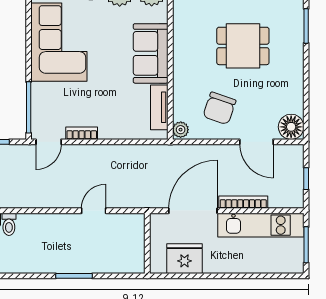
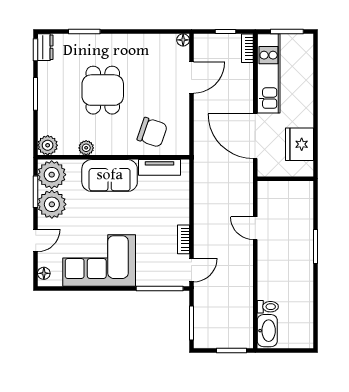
chair: (219, 108) -> (152, 132), moved
floor lamp: (291, 127) -> (183, 40), width x0.53, depth x0.53
plant: (181, 130) -> (86, 148), moved
door: (49, 142) -> (191, 270), hinge flipped
bookcase: (243, 202) -> (247, 48), moved, width x0.64

